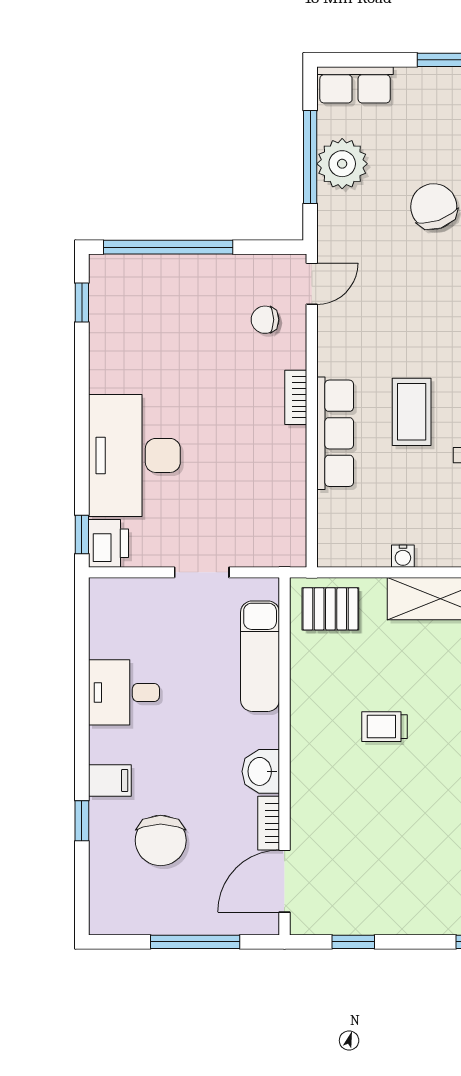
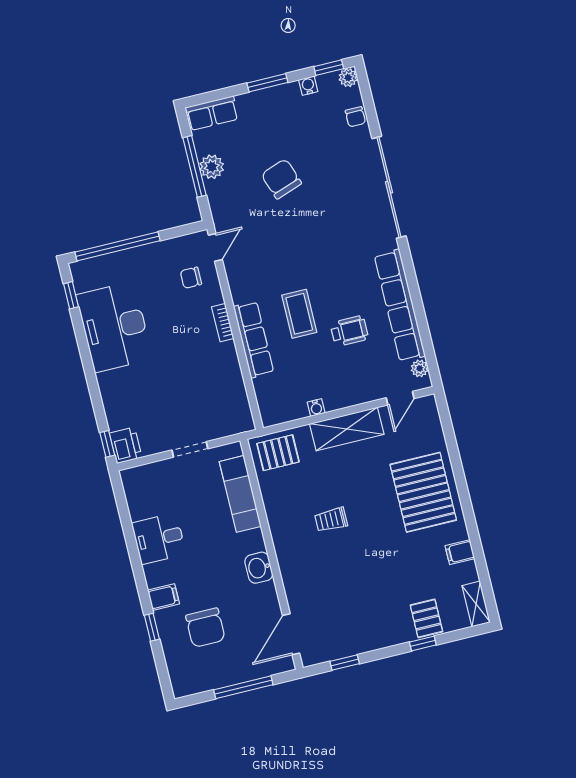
plant: (342, 164) -> (212, 167), width x0.73, depth x0.73
desk: (134, 455) -> (114, 327), moved
bookcase: (269, 823) -> (272, 600), removed

